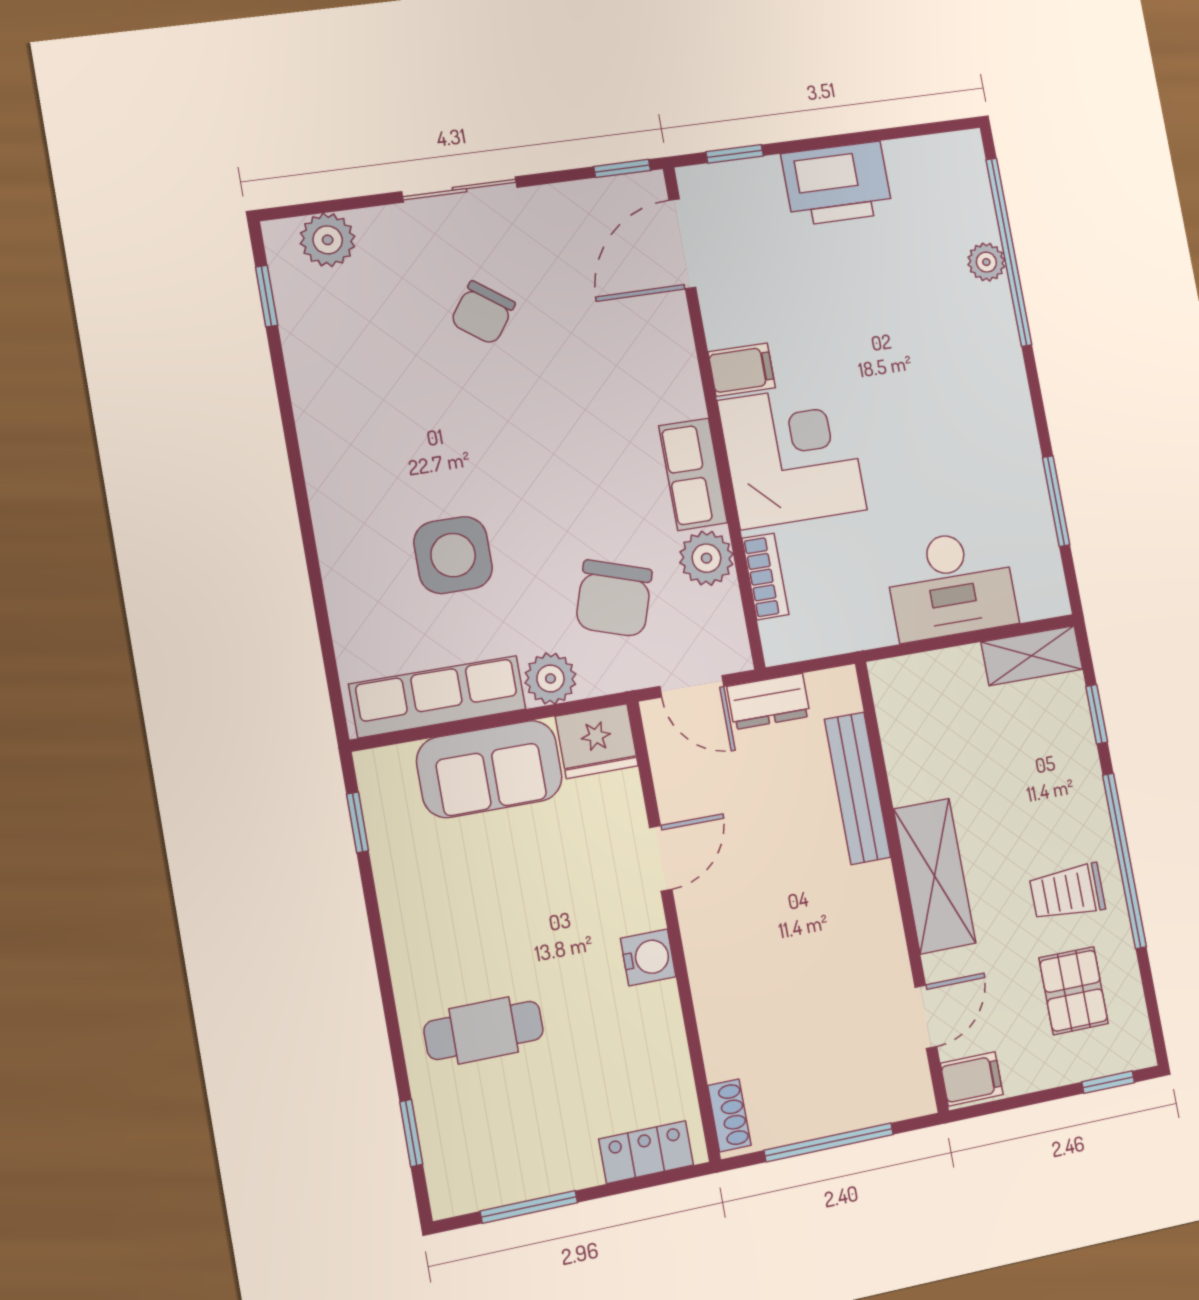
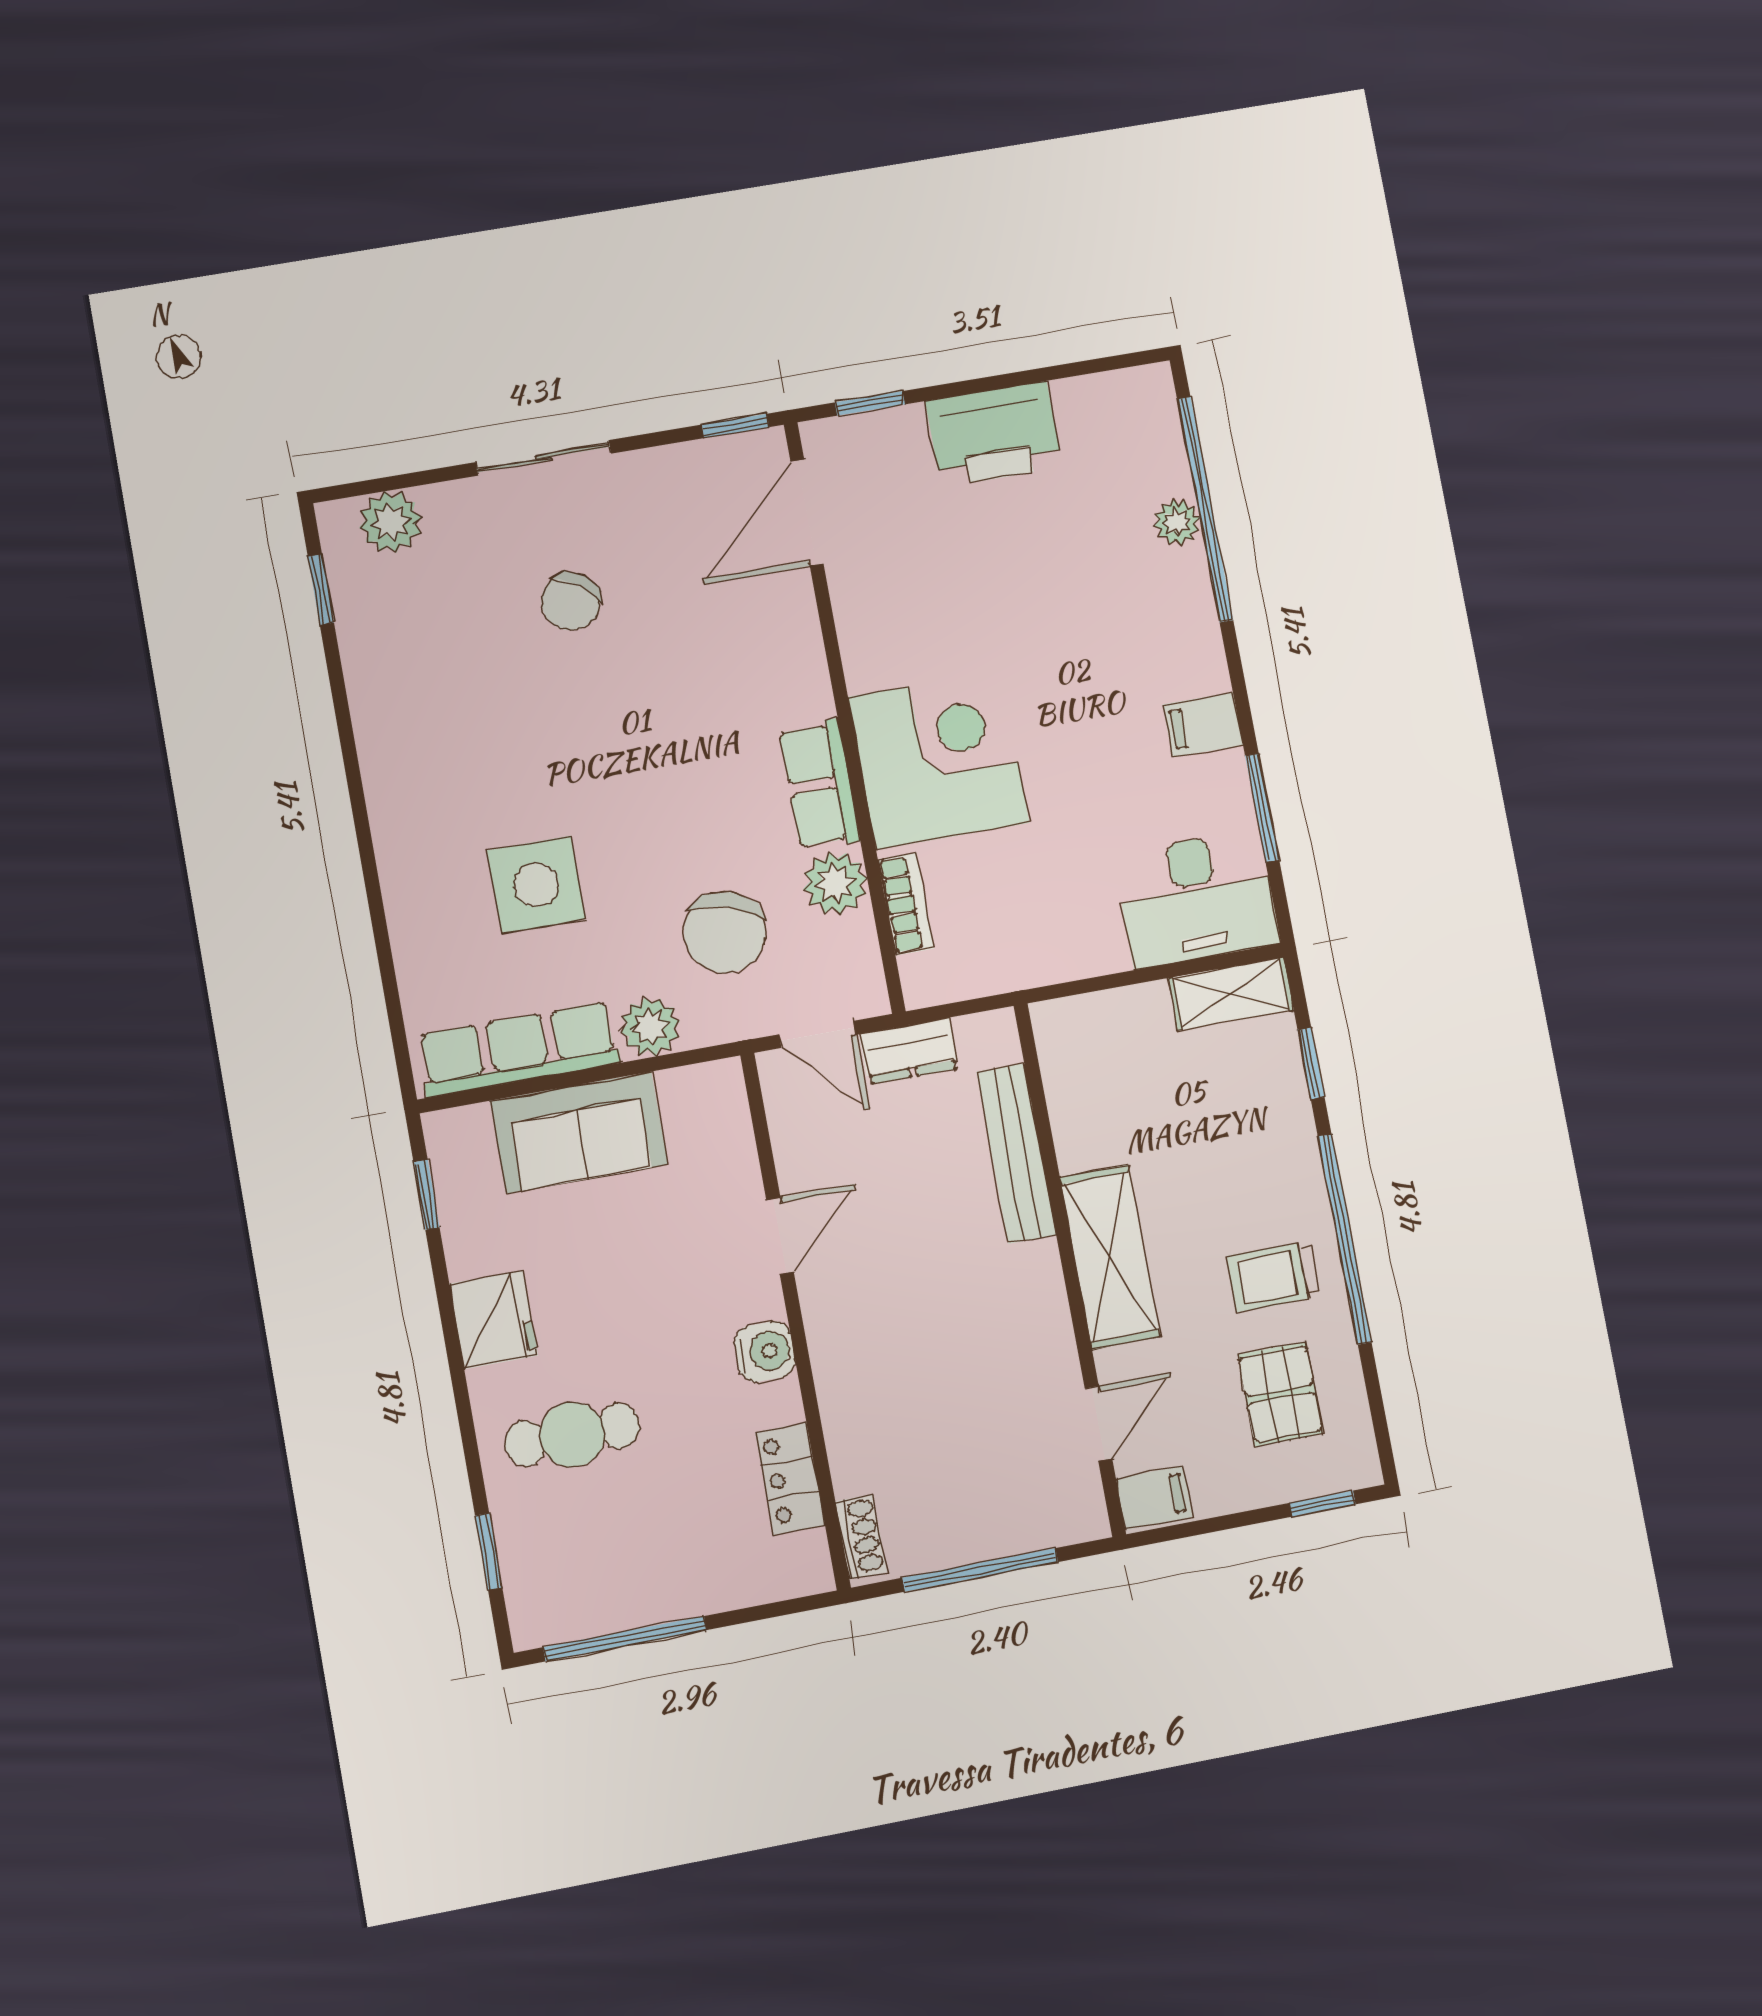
filing cabinet: (742, 370) -> (1203, 725), moved, turned 180
desk: (951, 585) -> (1197, 899), moved
fridge: (597, 741) -> (494, 1320), moved, turned -90
locker: (646, 1152) -> (790, 1479), moved, turned -90
window: (529, 1207) -> (625, 1639), width x1.44

